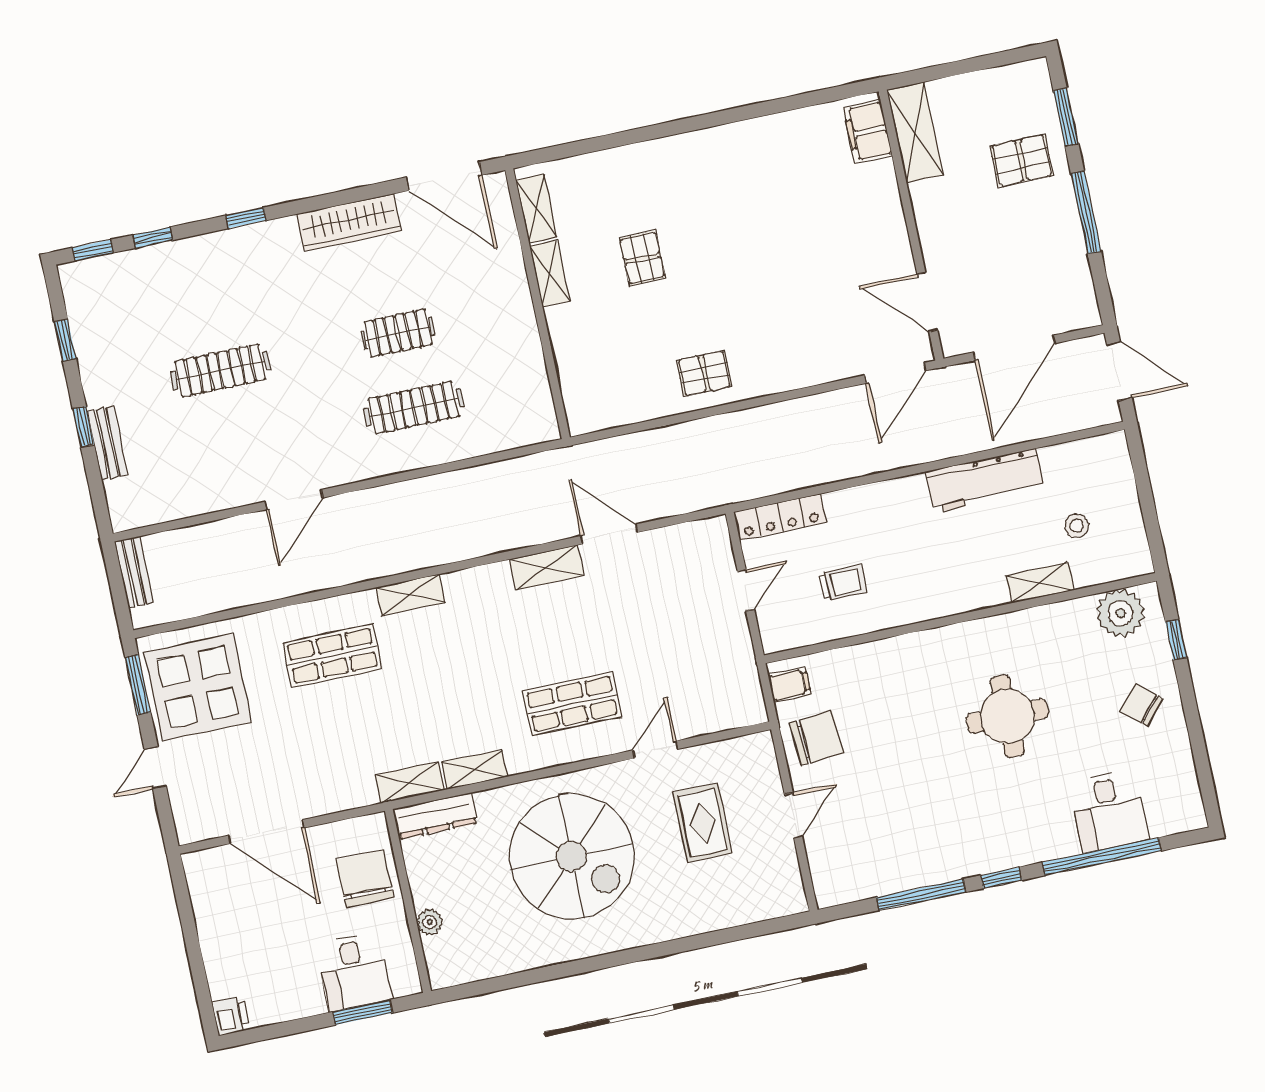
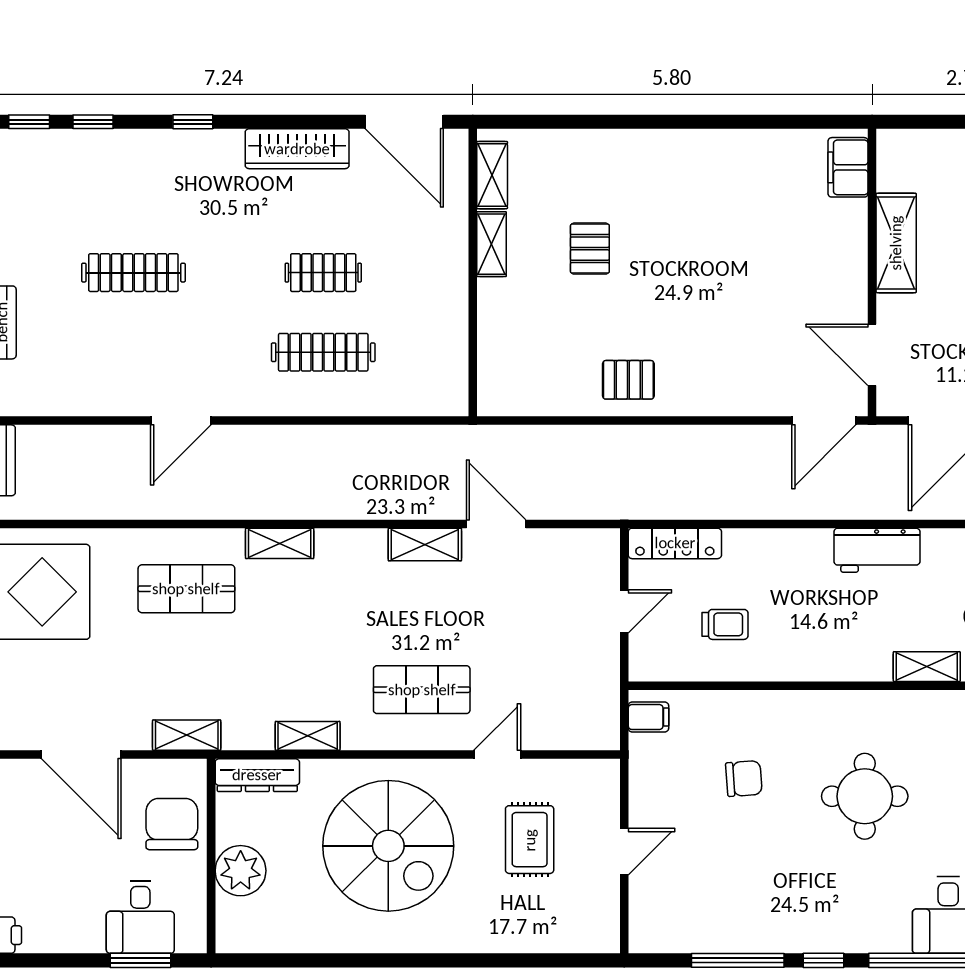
shelving: (915, 132) -> (896, 243), moved
workbench: (985, 480) -> (877, 550), width x0.73
chair: (816, 738) -> (744, 779), moved, width x0.73, depth x0.73
shelving: (410, 782) -> (187, 735), moved
plant: (430, 922) -> (241, 871), width x1.88, depth x1.88

